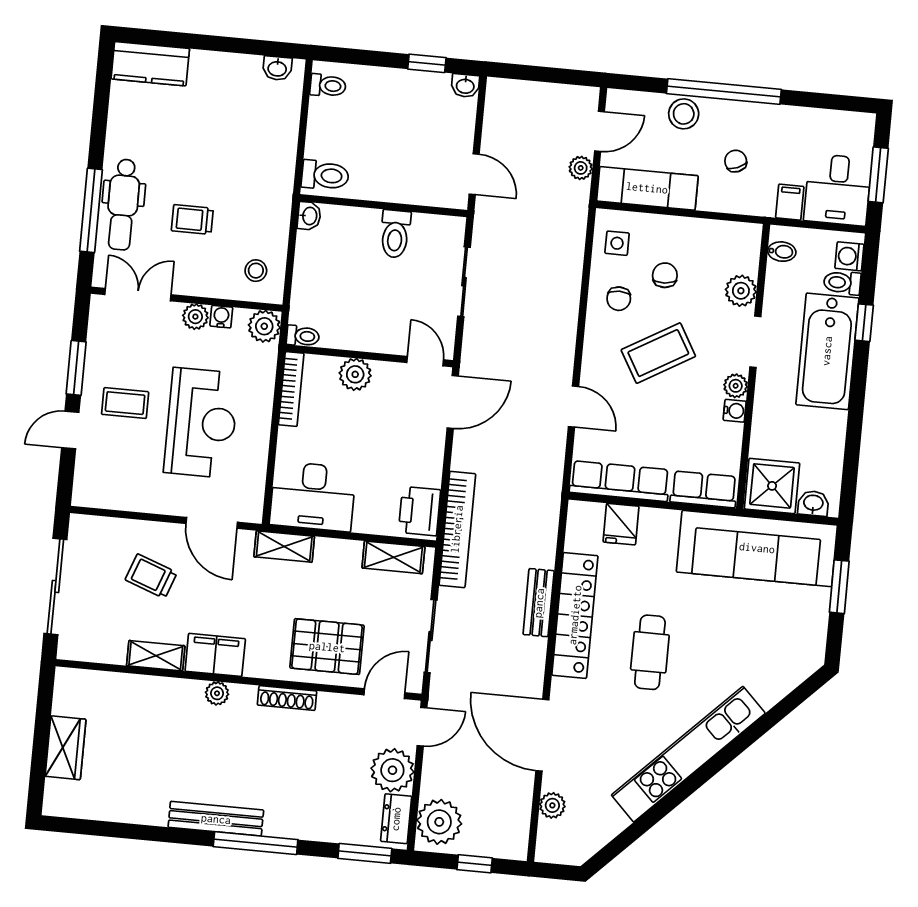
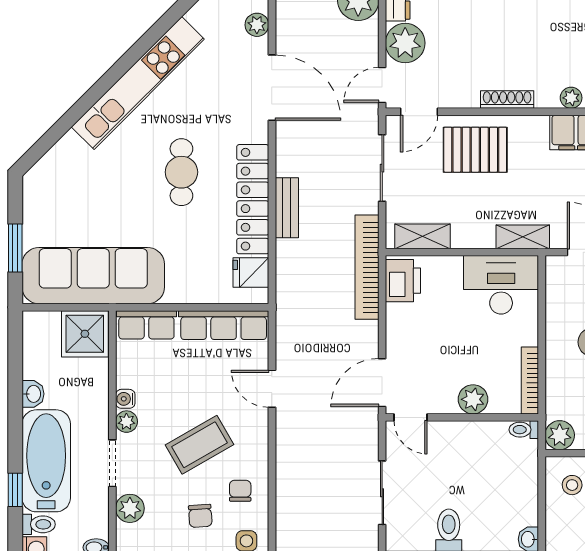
washbasin: (813, 503) -> (33, 394), moved, turned -90
fridge: (621, 524) -> (251, 273), moved, turned -90

